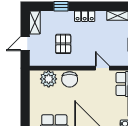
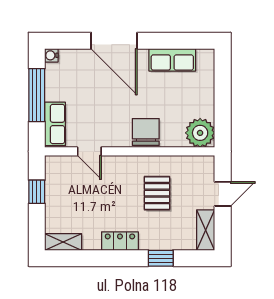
plant: (49, 79) -> (200, 133), moved

